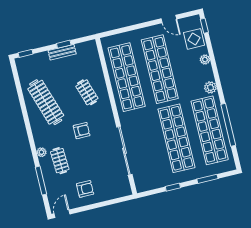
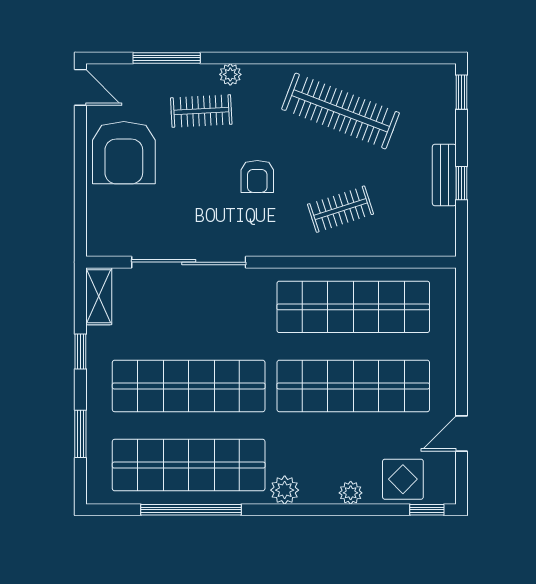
clothes rail: (46, 102) -> (341, 111), turned 39
shelving: (148, 185) -> (99, 296), added
armchair: (85, 189) -> (124, 153), width x1.88, depth x1.88

